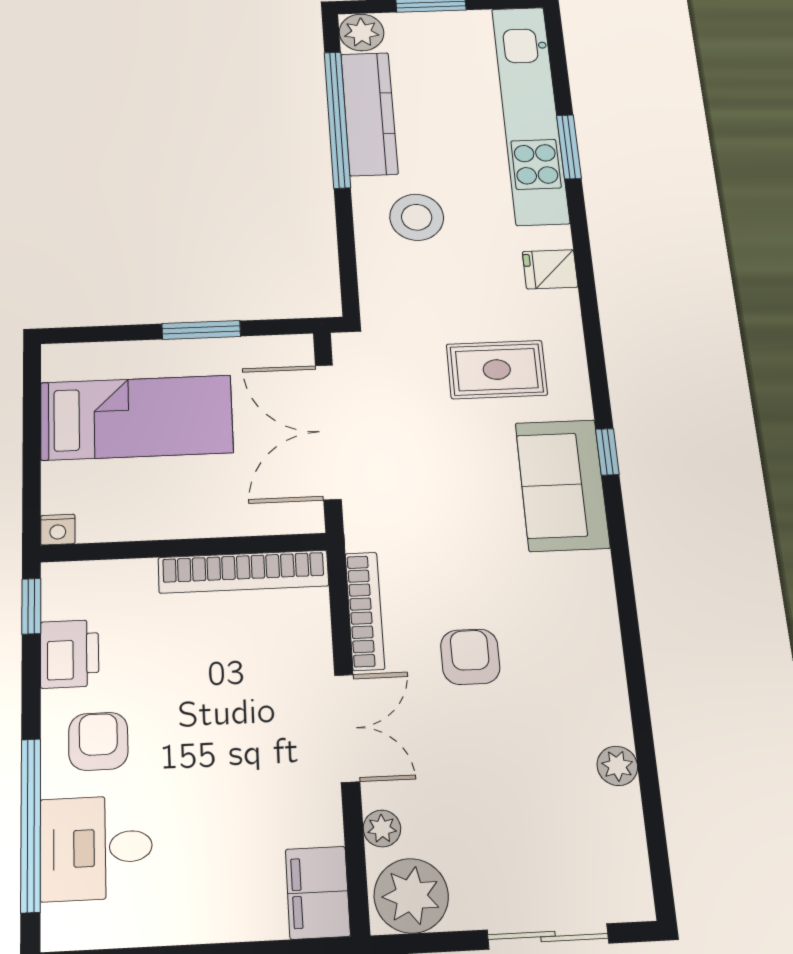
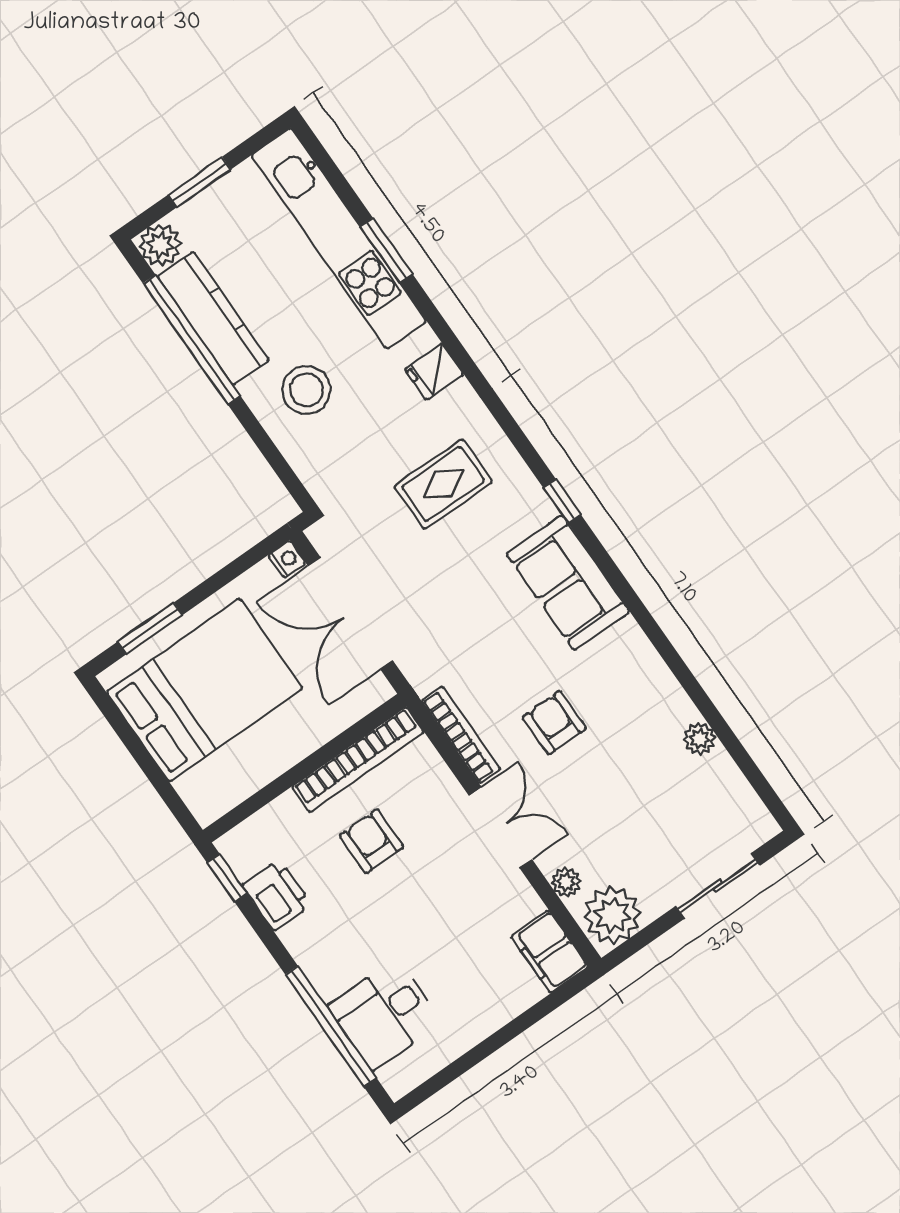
window: (201, 330) -> (150, 628), moved
bed: (136, 418) -> (205, 690), width x1.50
sofa: (562, 485) -> (568, 583), moved
nightstand: (58, 530) -> (287, 559), moved, turned -90
armchair: (98, 741) -> (371, 841), moved

